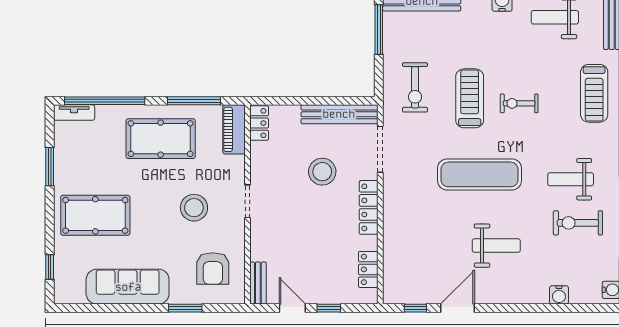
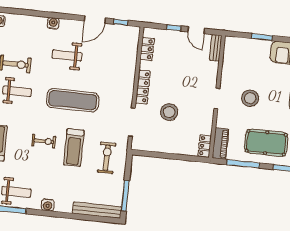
bench: (339, 114) -> (155, 146), removed
armchair: (213, 268) -> (242, 60), removed
water cooler: (559, 295) -> (53, 23), moved

